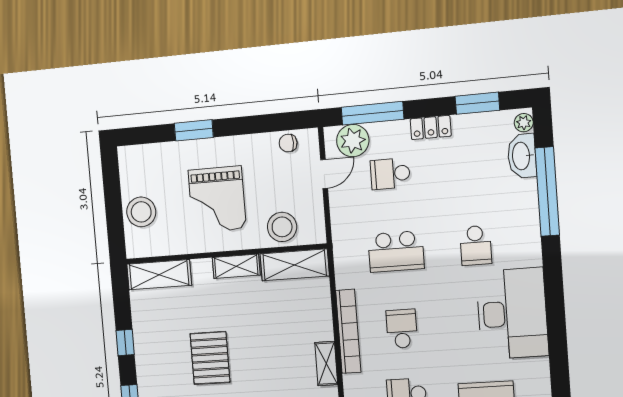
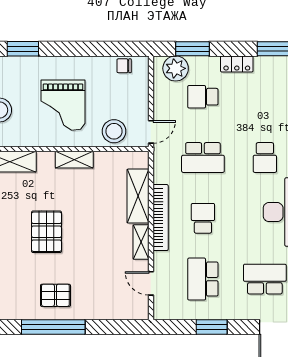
window: (372, 113) -> (193, 49), width x0.69
window: (194, 130) -> (23, 49), moved
door: (324, 174) -> (151, 132), moved
shelving: (295, 265) -> (138, 196), moved, turned 90

